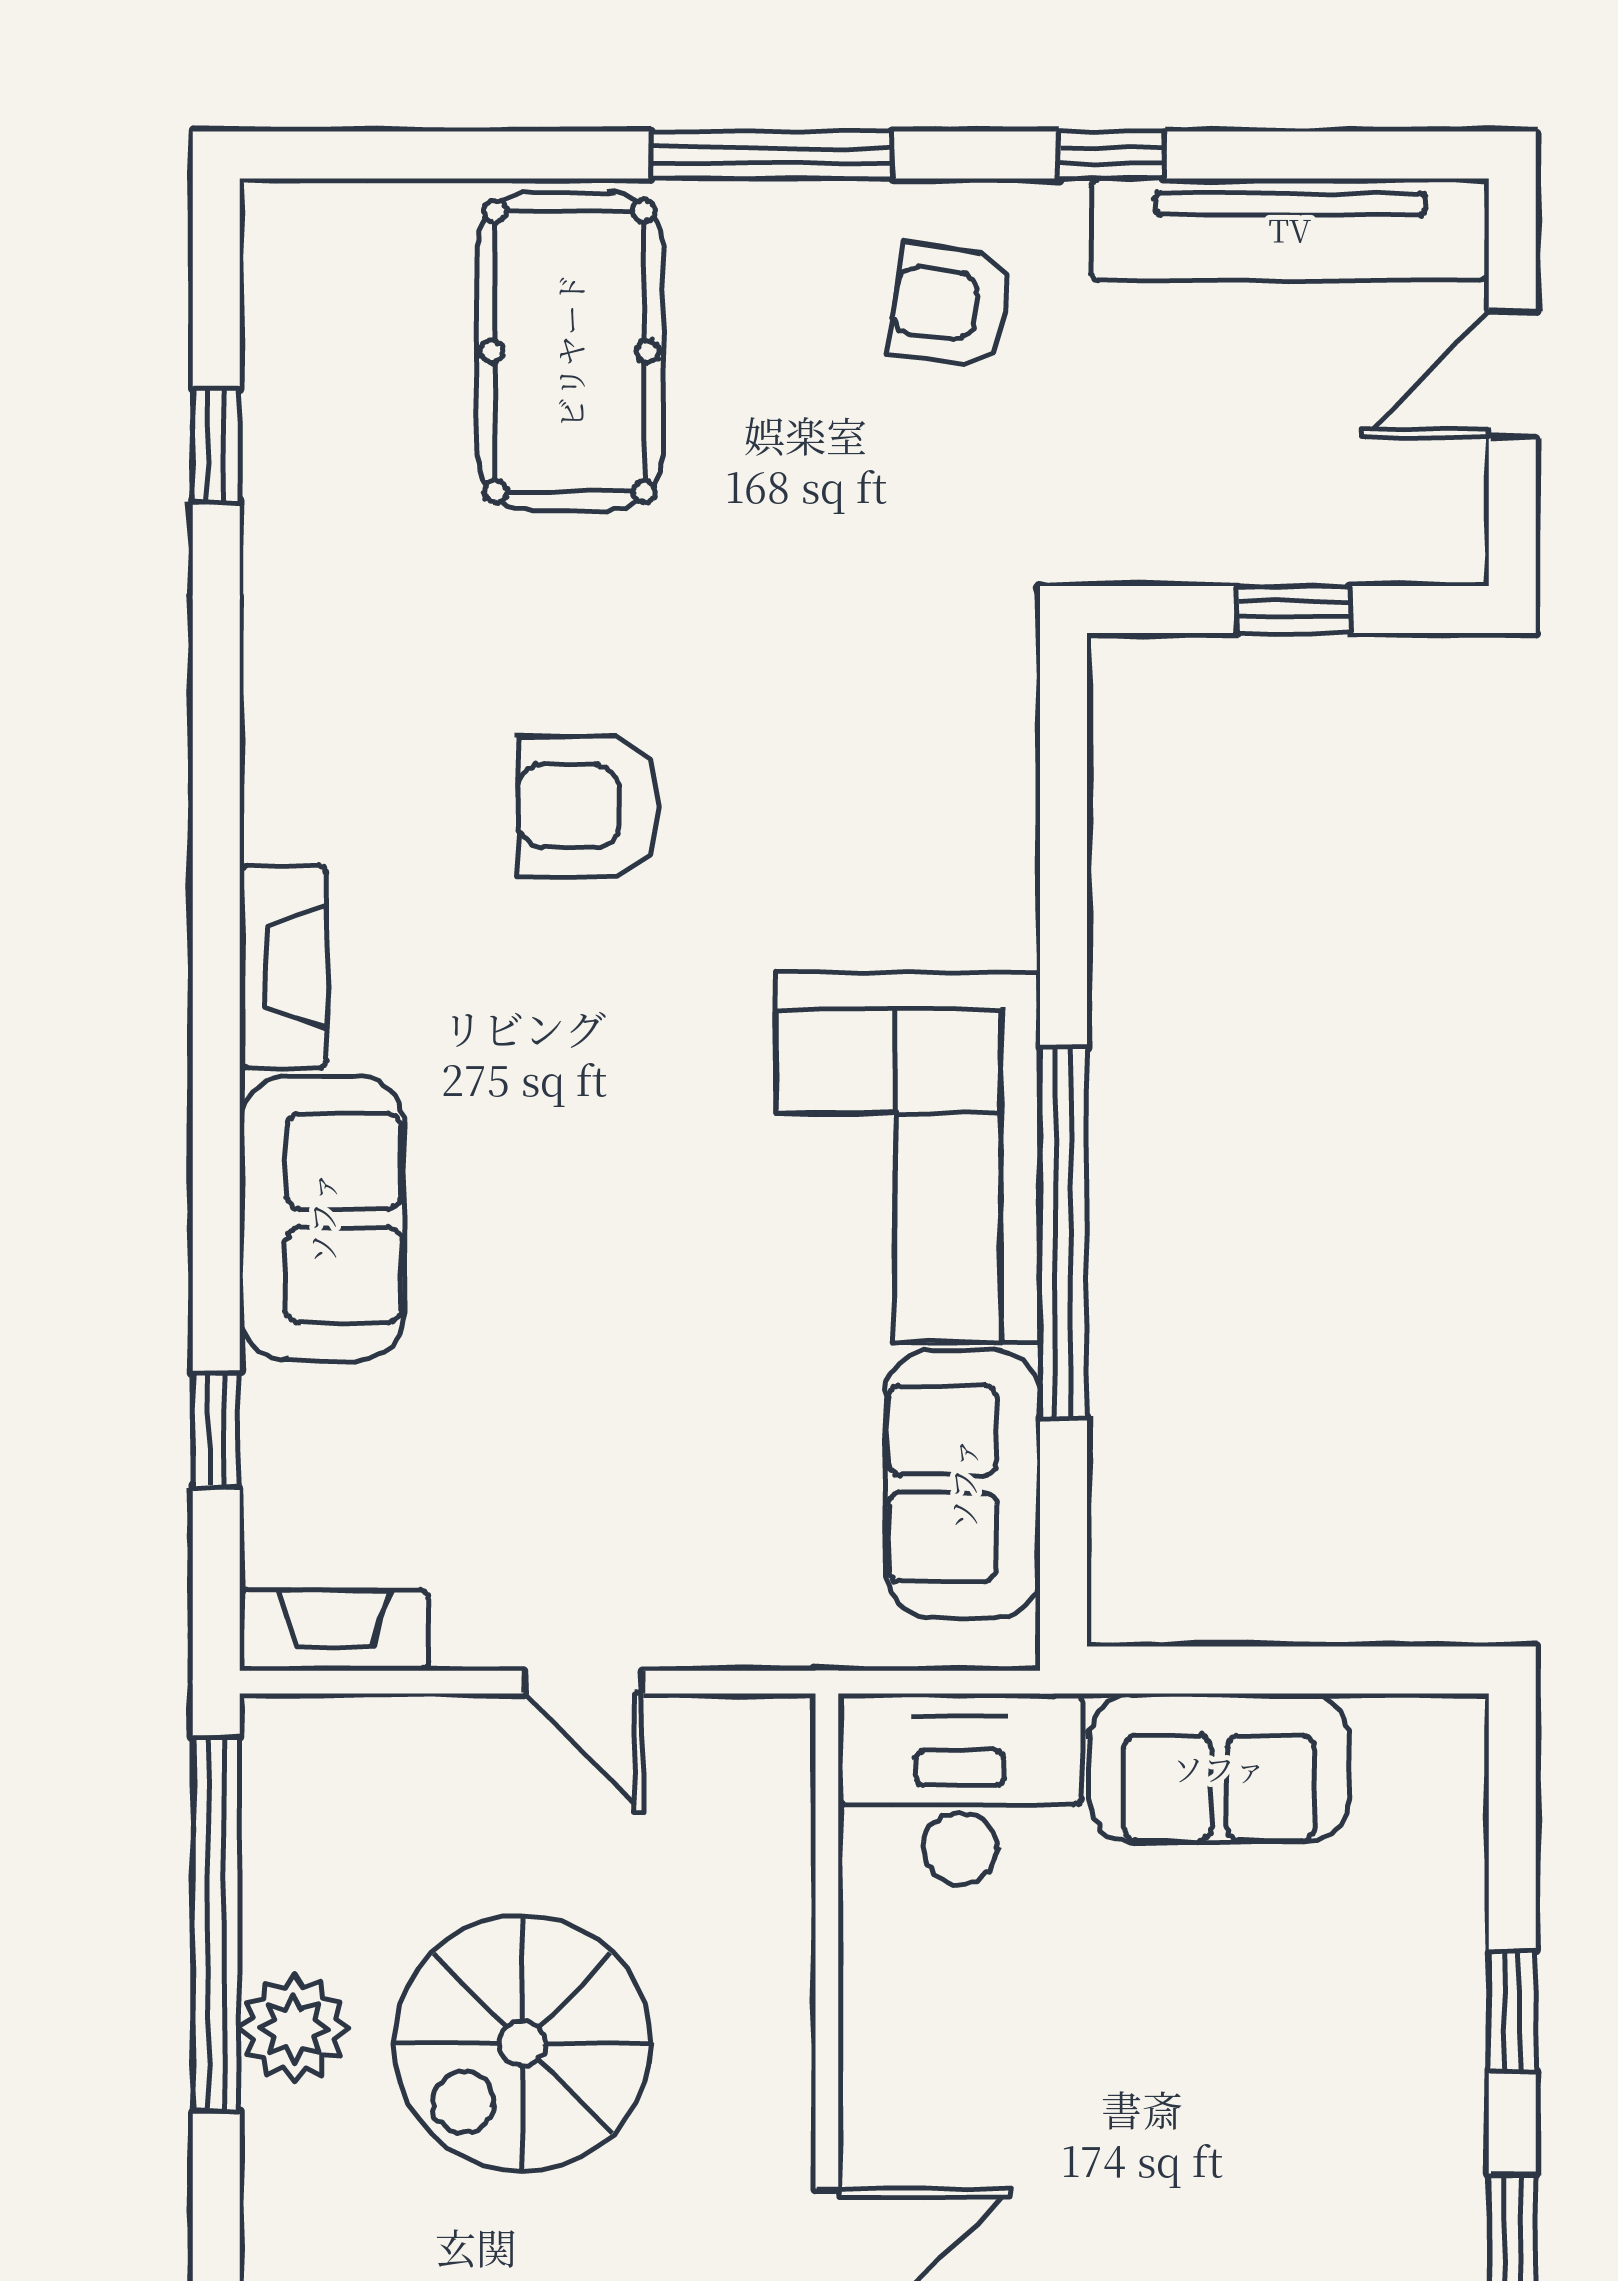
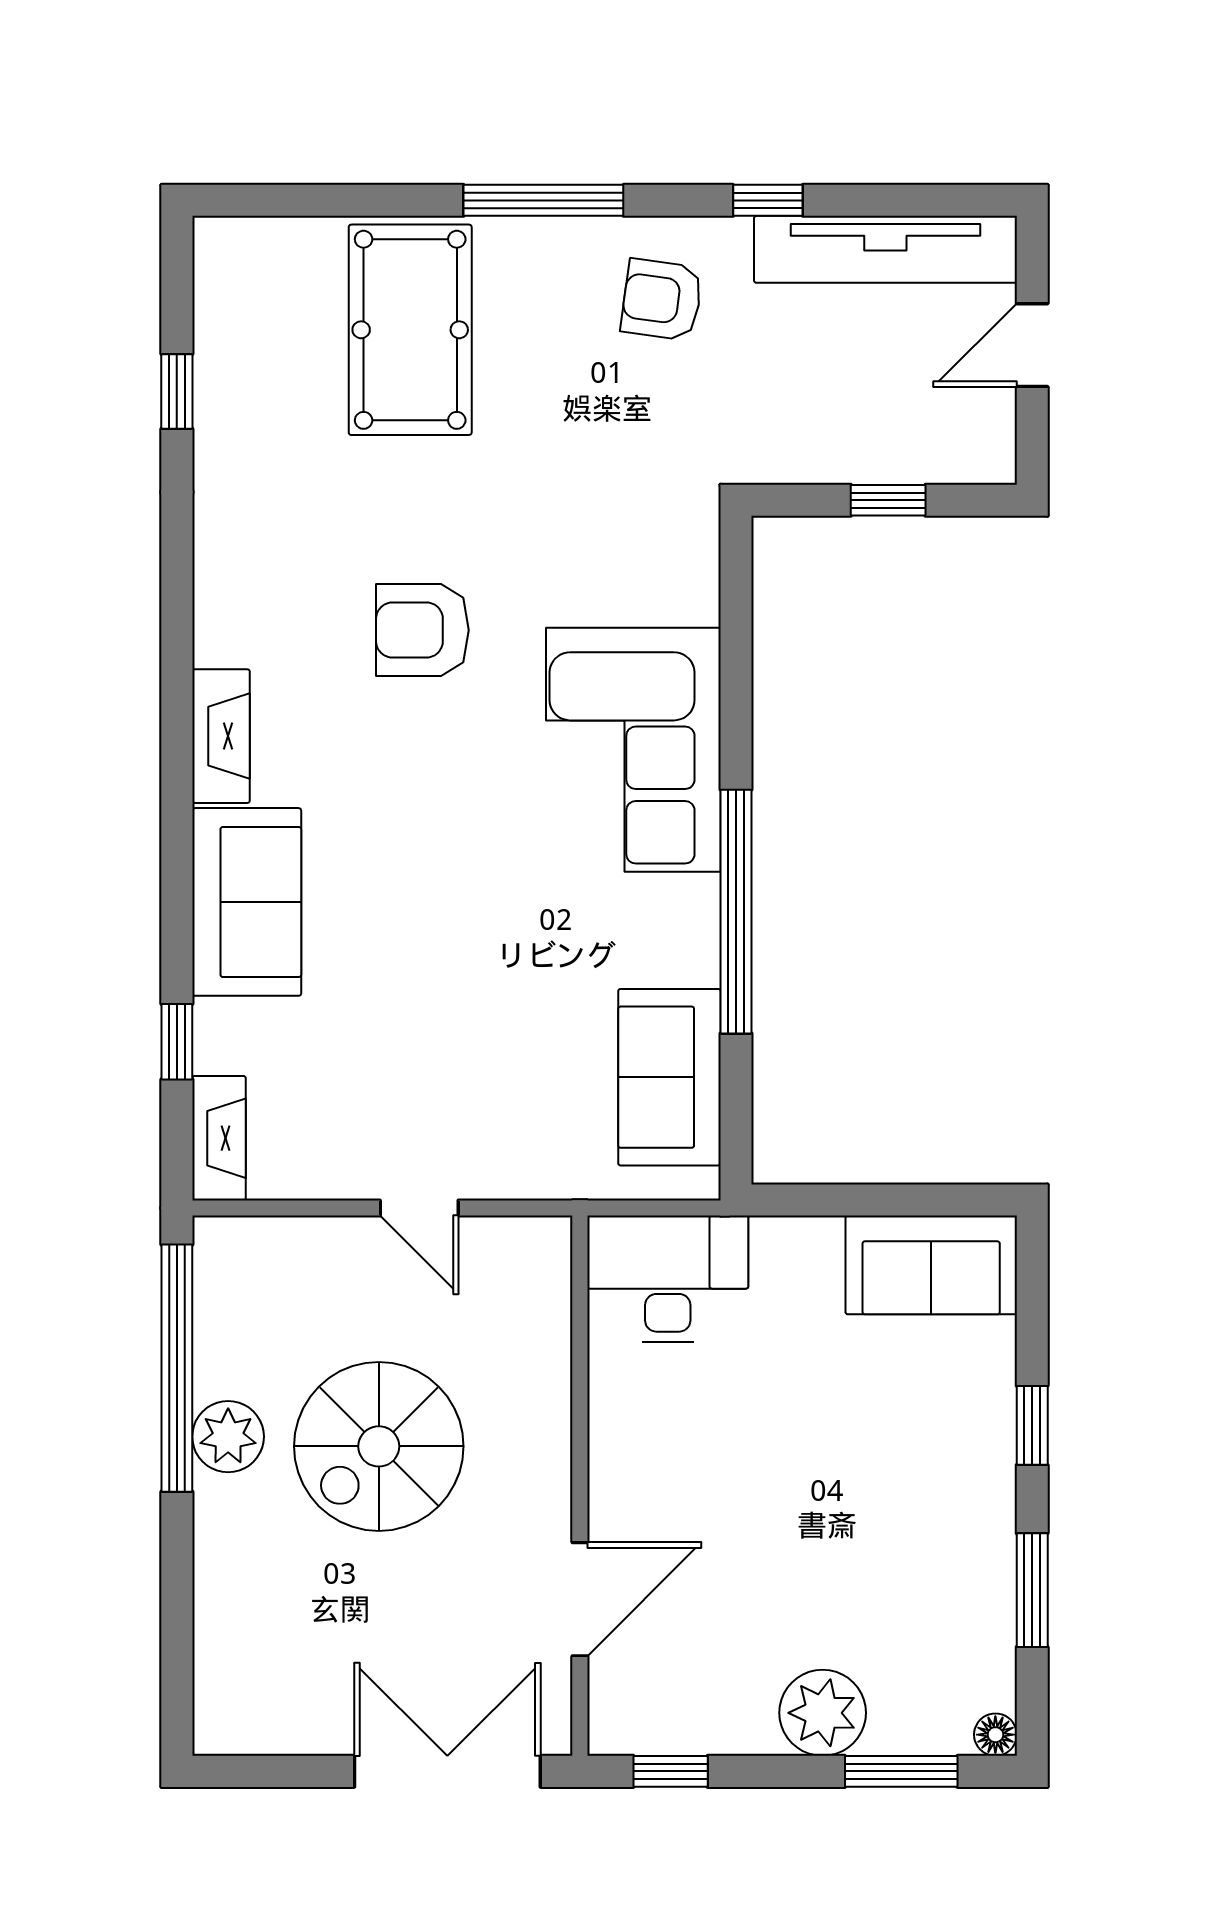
corner sofa: (908, 1157) -> (633, 750), moved
fireplace: (334, 1630) -> (219, 1138), moved, turned 90
sofa: (1219, 1768) -> (931, 1265), moved

